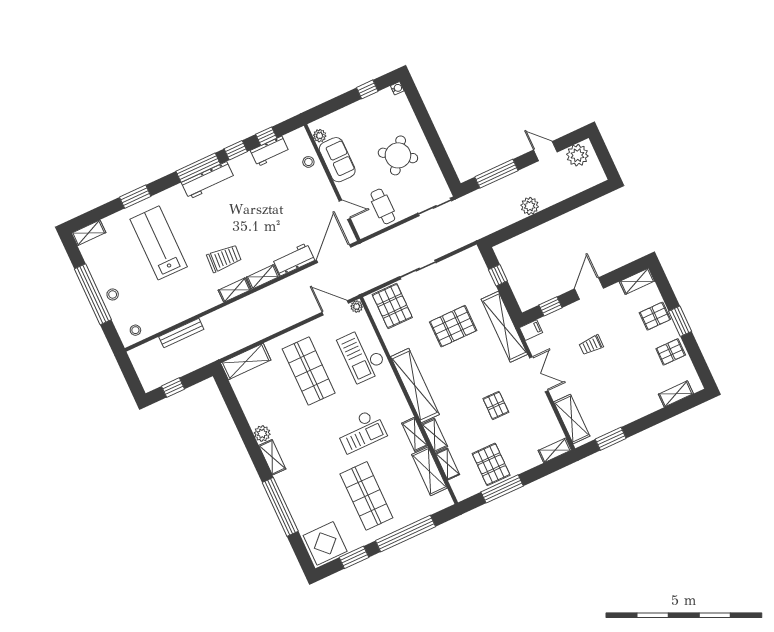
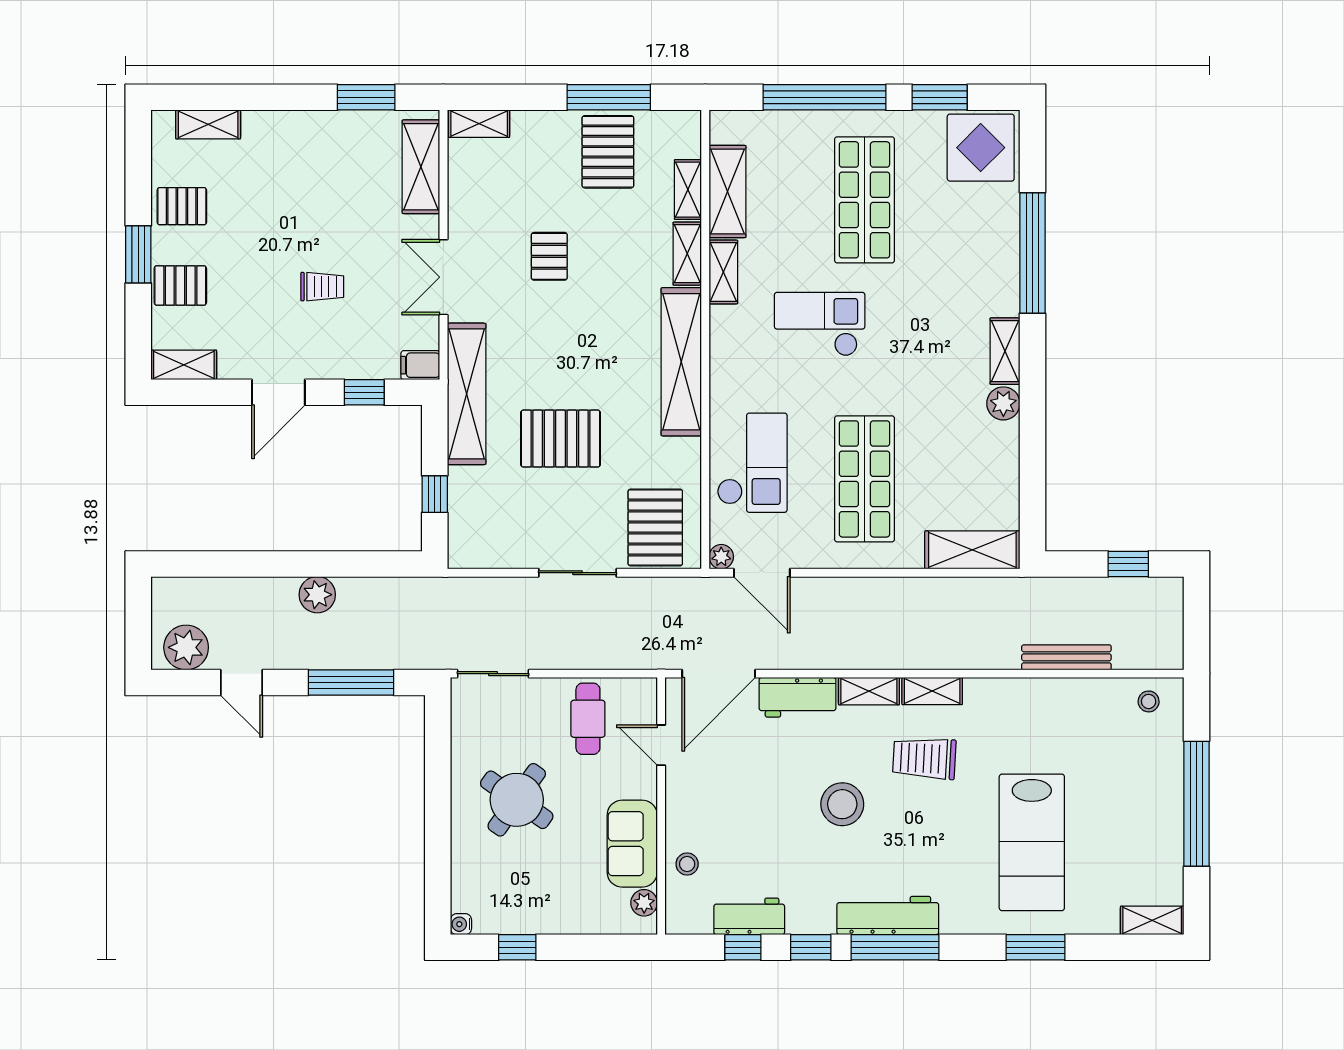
stool: (113, 294) -> (842, 804), moved, width x1.89, depth x1.89

